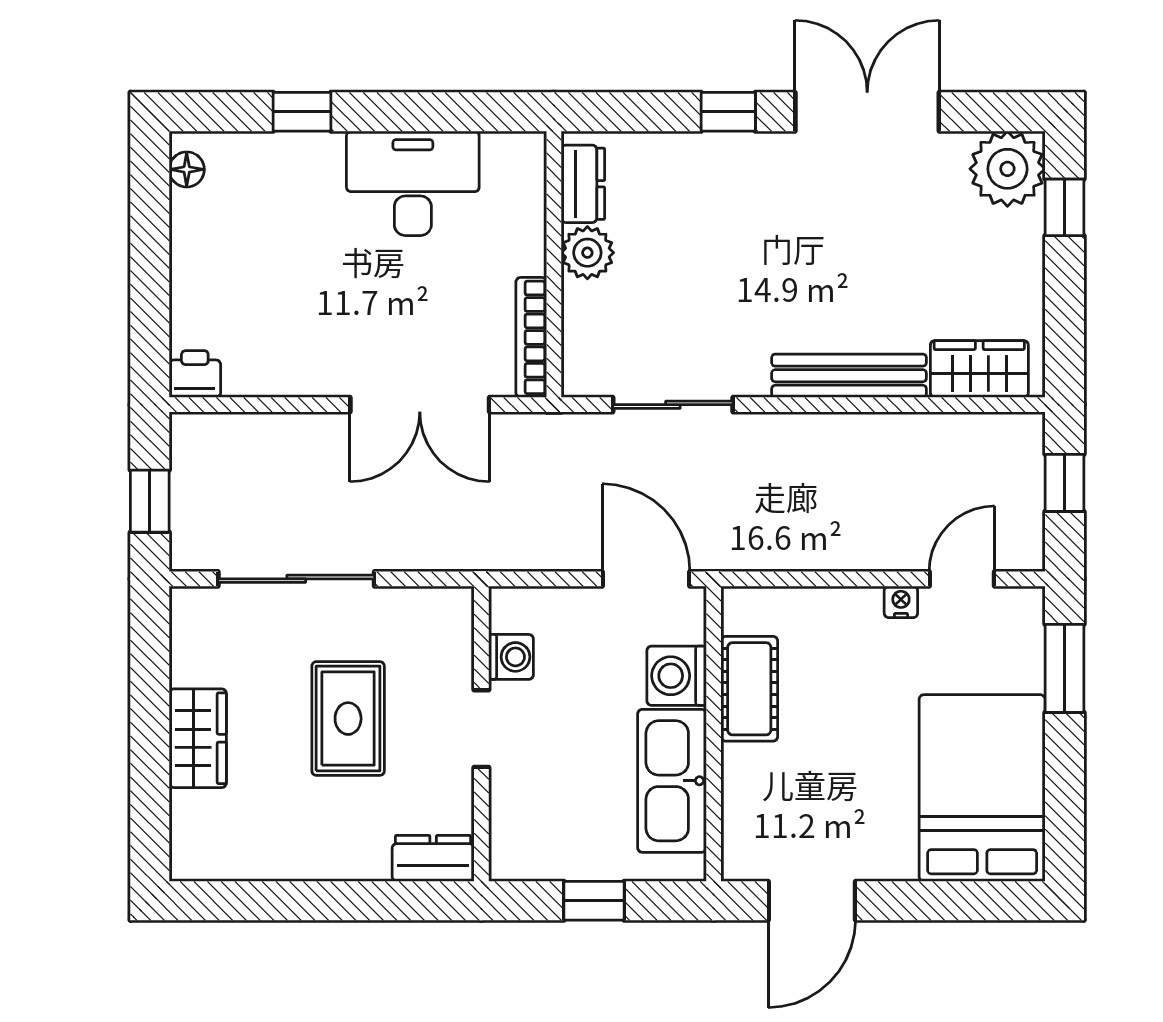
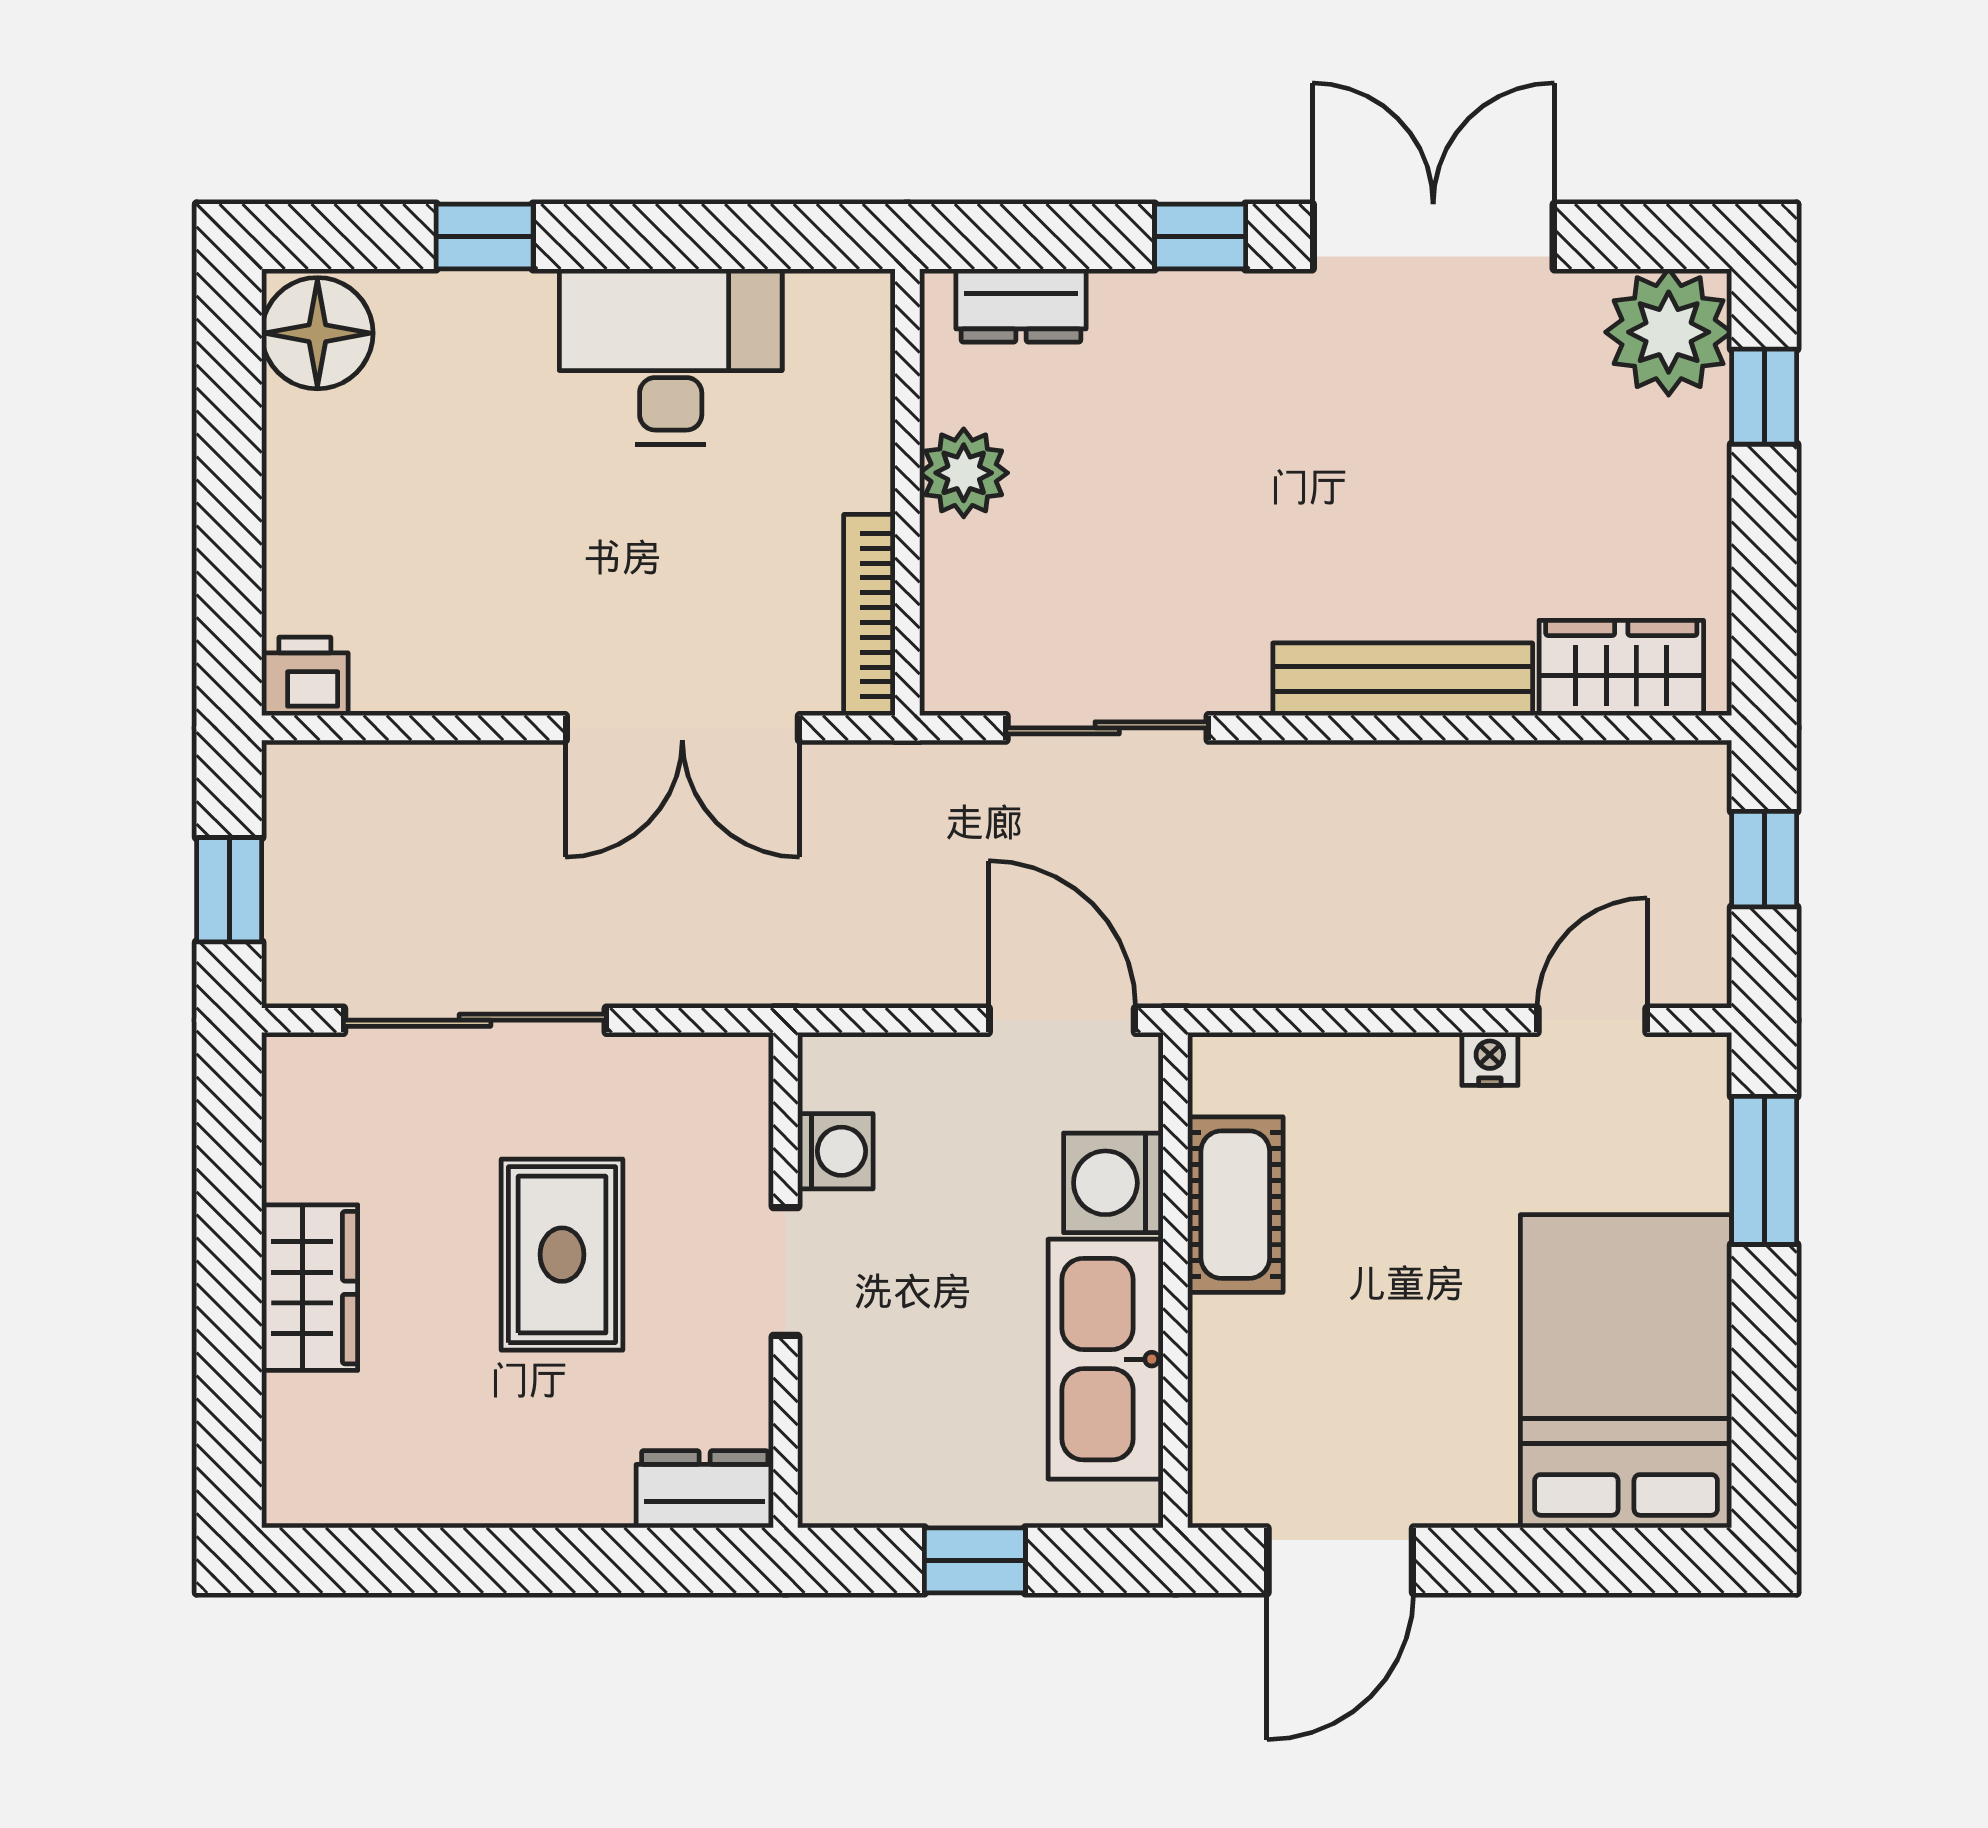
floor lamp: (187, 169) -> (317, 333), width x1.89, depth x1.89
dresser: (583, 184) -> (1021, 306), moved, turned 90

